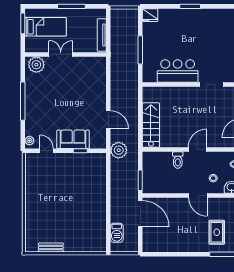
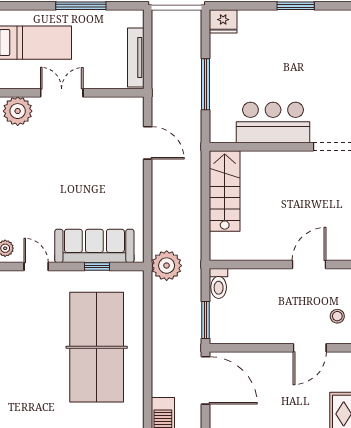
door: (108, 120) -> (148, 143), moved
stairs: (151, 125) -> (225, 191), moved
sofa: (73, 139) -> (94, 246), width x1.36
toilet: (178, 160) -> (219, 283), moved
table tennis table: (80, 195) -> (97, 347), added
door: (198, 196) -> (310, 348), hinge flipped

